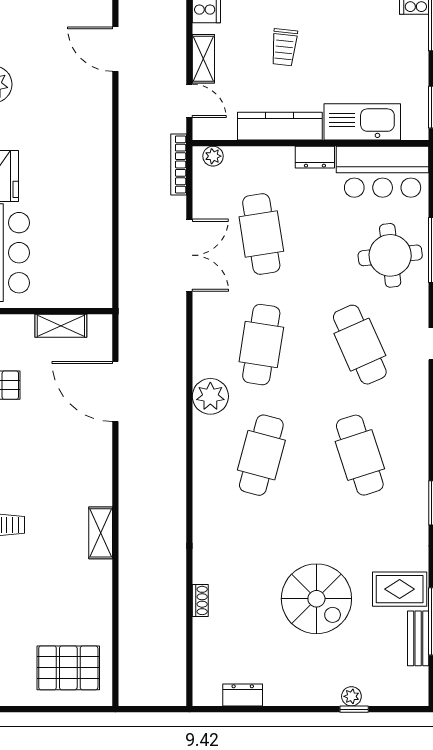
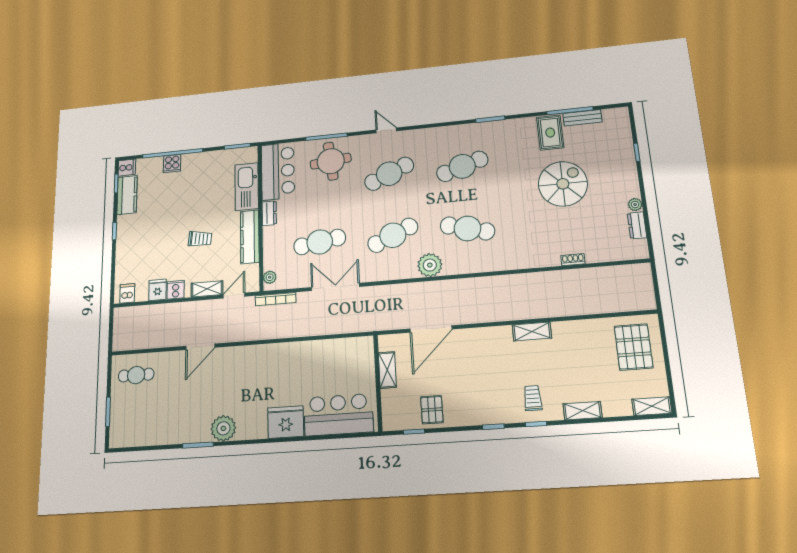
cafe table: (261, 345) -> (393, 235), turned -33
plant: (351, 696) -> (635, 205), moved

